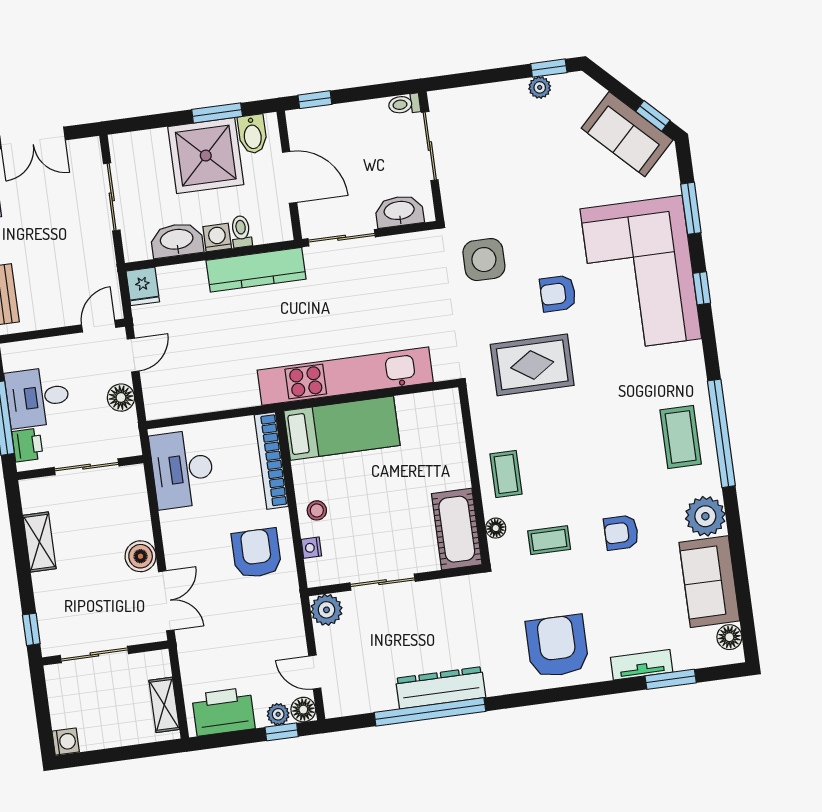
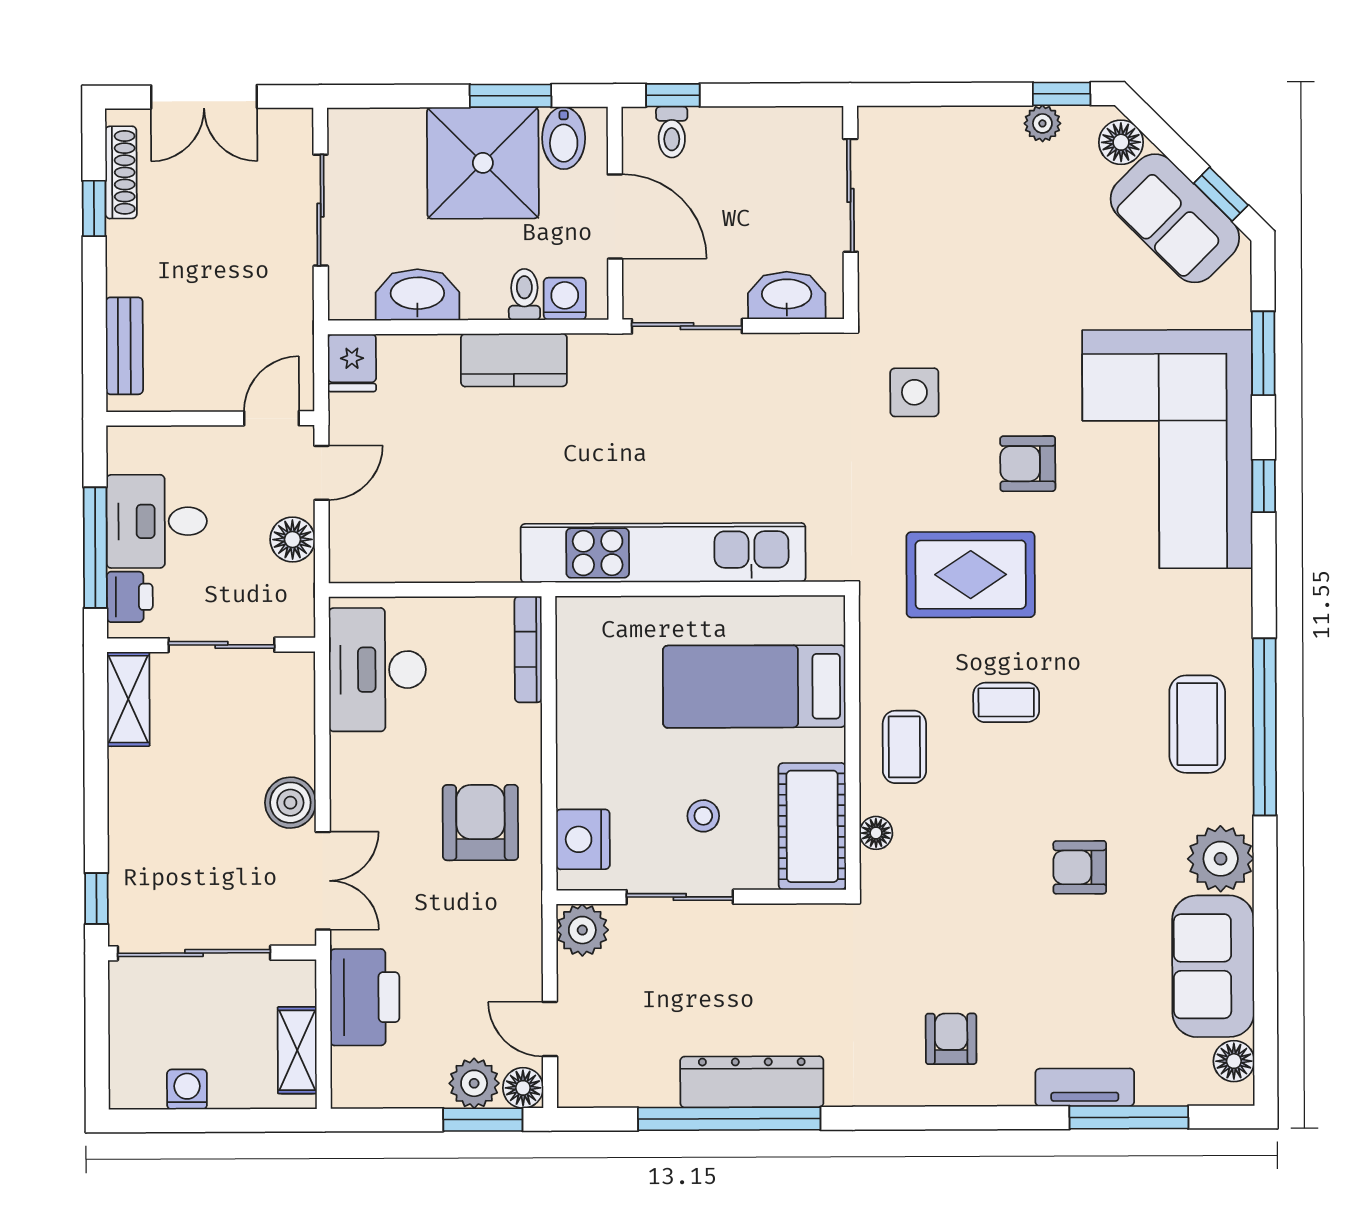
floor lamp: (589, 93) -> (1121, 142), added
toilet: (404, 104) -> (672, 132), moved, turned -90
washing machine: (217, 237) -> (565, 299), moved
side table: (484, 260) -> (914, 392), width x0.73, depth x0.73
kitchen counter: (256, 270) -> (514, 360), width x0.67
bed: (342, 428) -> (754, 686), moved, turned 180
bookcase: (271, 461) -> (528, 649), width x0.68, depth x0.76
stool: (317, 510) -> (703, 816), moved
coffee table: (549, 540) -> (1006, 702), moved
shelving: (39, 542) -> (128, 699), moved
nightstand: (311, 548) -> (583, 839), width x1.89, depth x1.79
armchair: (557, 646) -> (951, 1039), width x0.53, depth x0.53
sliding door: (94, 654) -> (194, 953), width x1.37
window: (671, 679) -> (1129, 1117), width x1.44
printer: (223, 712) -> (365, 997), moved, turned 90
plant: (278, 714) -> (474, 1083), width x1.38, depth x1.38
window: (282, 732) -> (483, 1120), width x1.50
washing machine: (66, 742) -> (187, 1089), moved, turned -90

